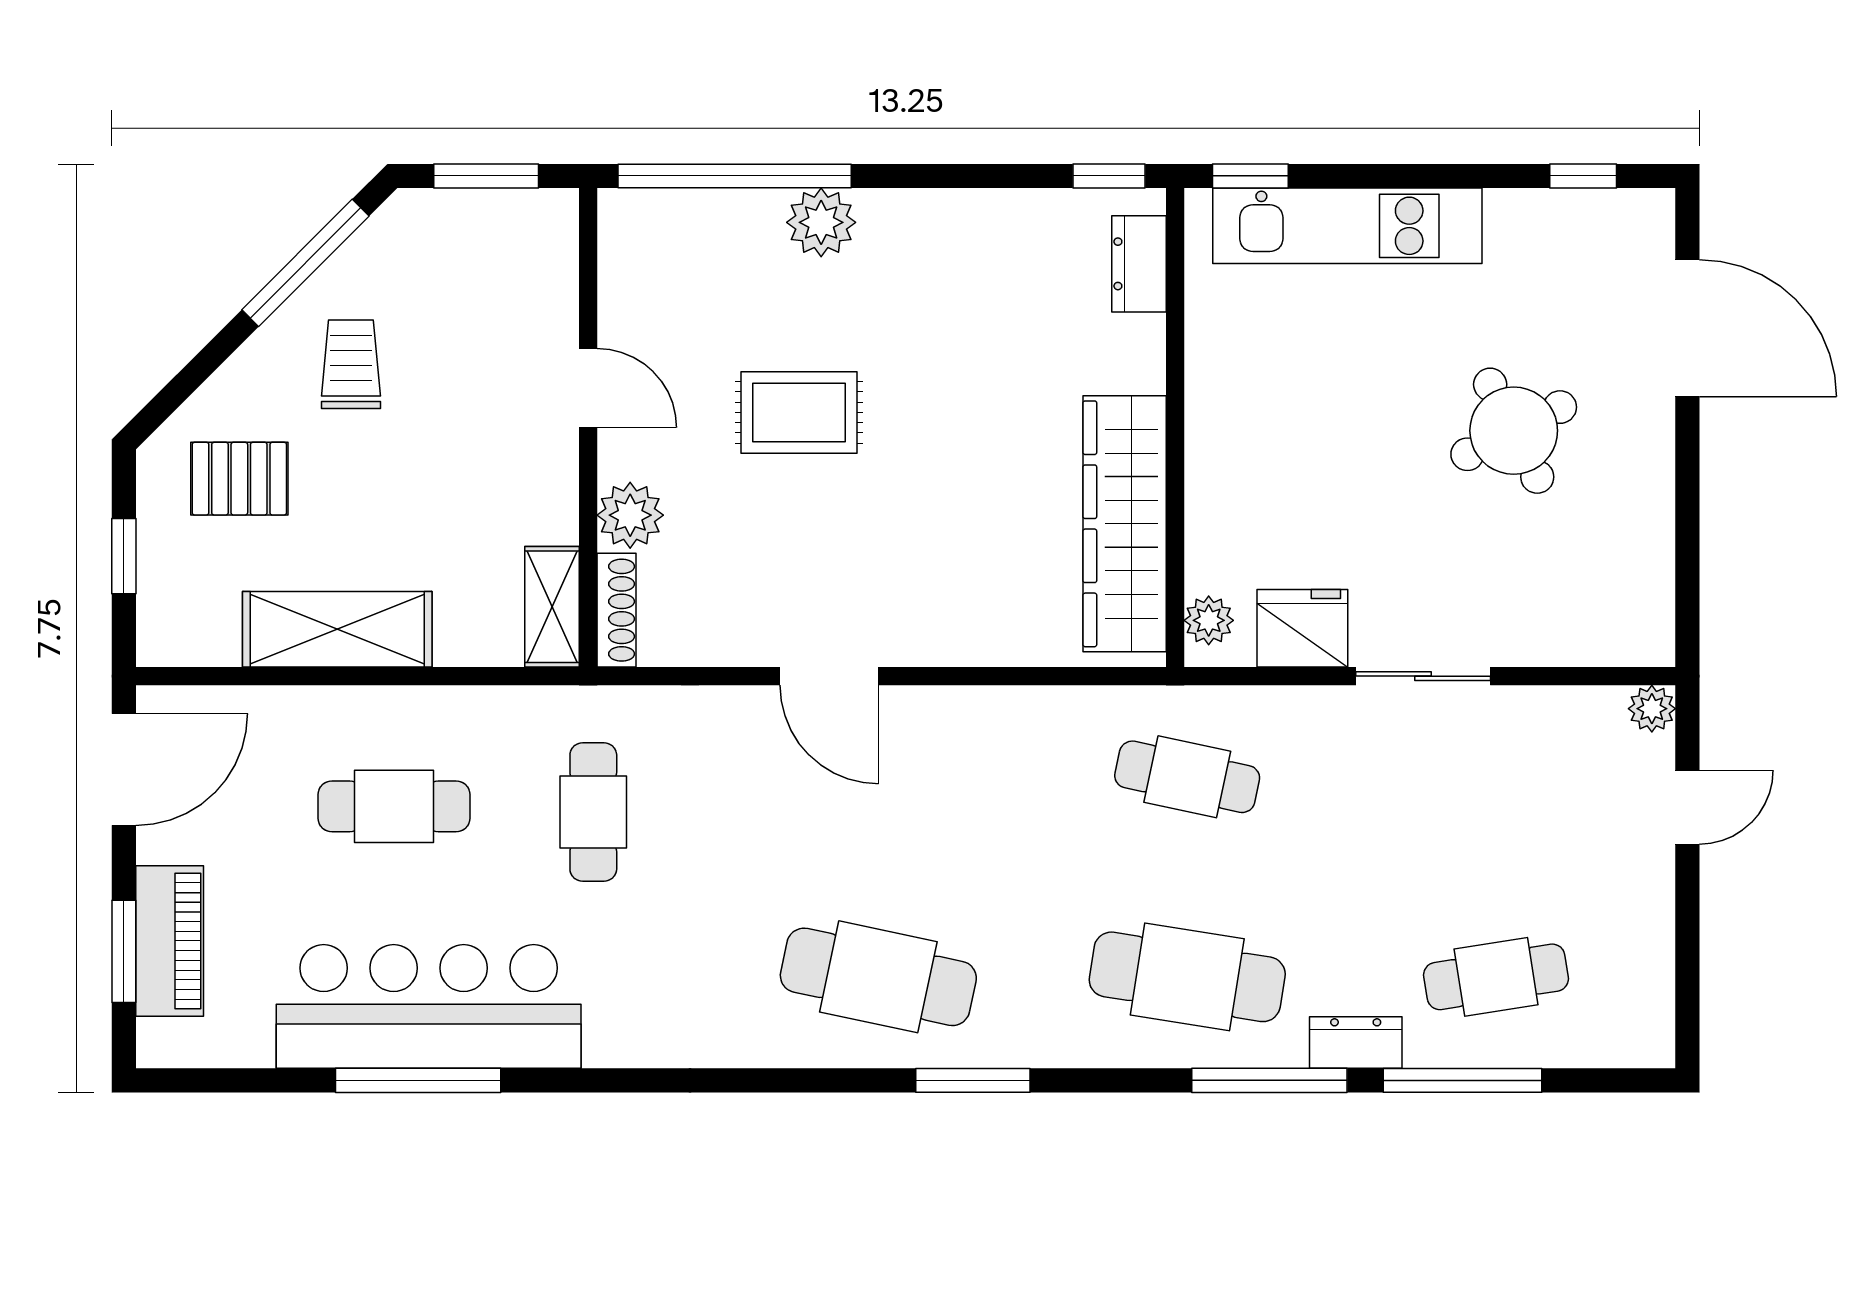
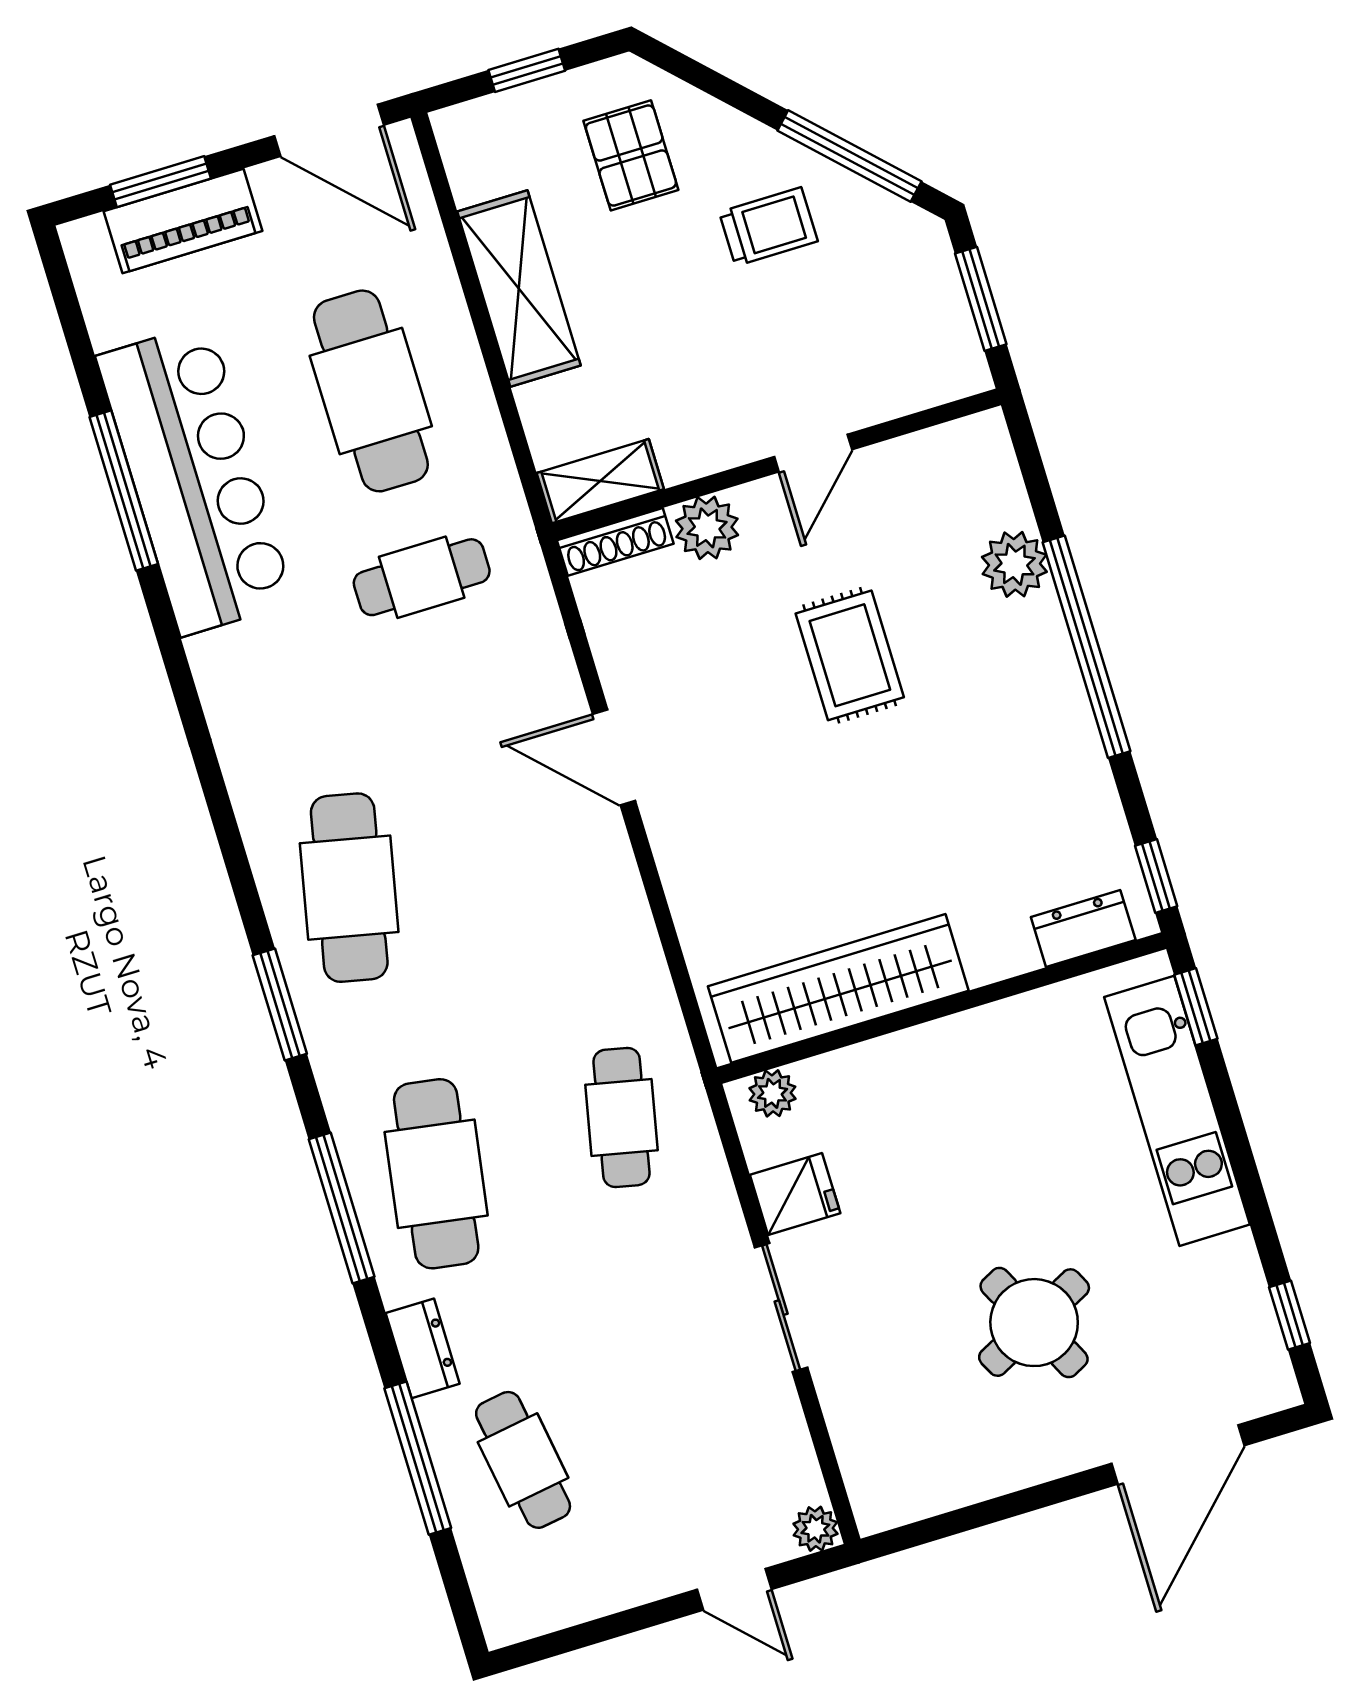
window: (735, 176) -> (1086, 647), moved
plant: (821, 222) -> (1014, 564), moved
fridge: (1302, 628) -> (795, 1194), width x0.72
door: (829, 676) -> (614, 758), hinge flipped
cafe table: (394, 806) -> (371, 391), width x1.37, depth x1.35
window: (1269, 1080) -> (342, 1208), moved

